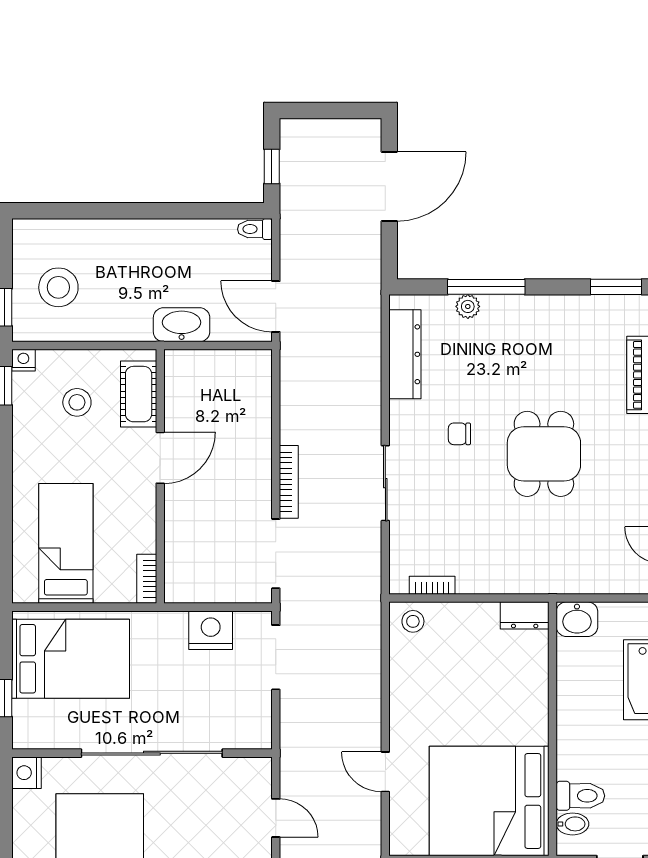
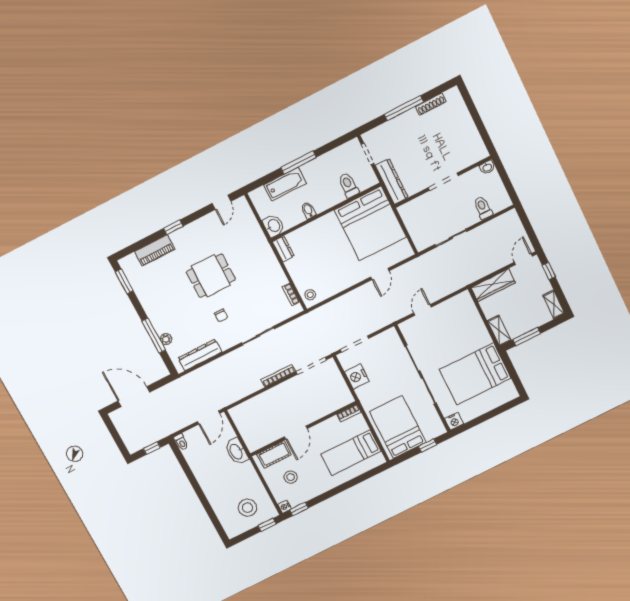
door: (160, 458) -> (296, 433), swing flipped
bidet: (572, 824) -> (308, 210), moved

